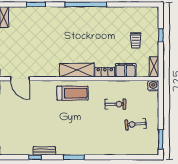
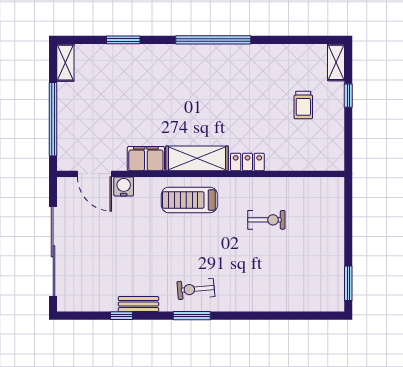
shelving: (154, 67) -> (336, 62), moved
filing cabinet: (126, 70) -> (146, 159), moved
water cooler: (153, 86) -> (124, 186), moved
treadmill: (73, 93) -> (189, 200), turned 180
exercise bike: (136, 124) -> (196, 289), moved

